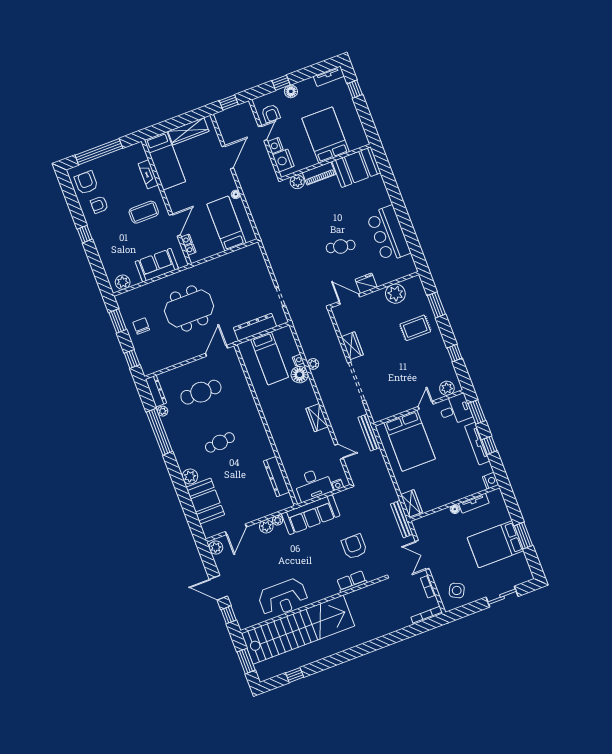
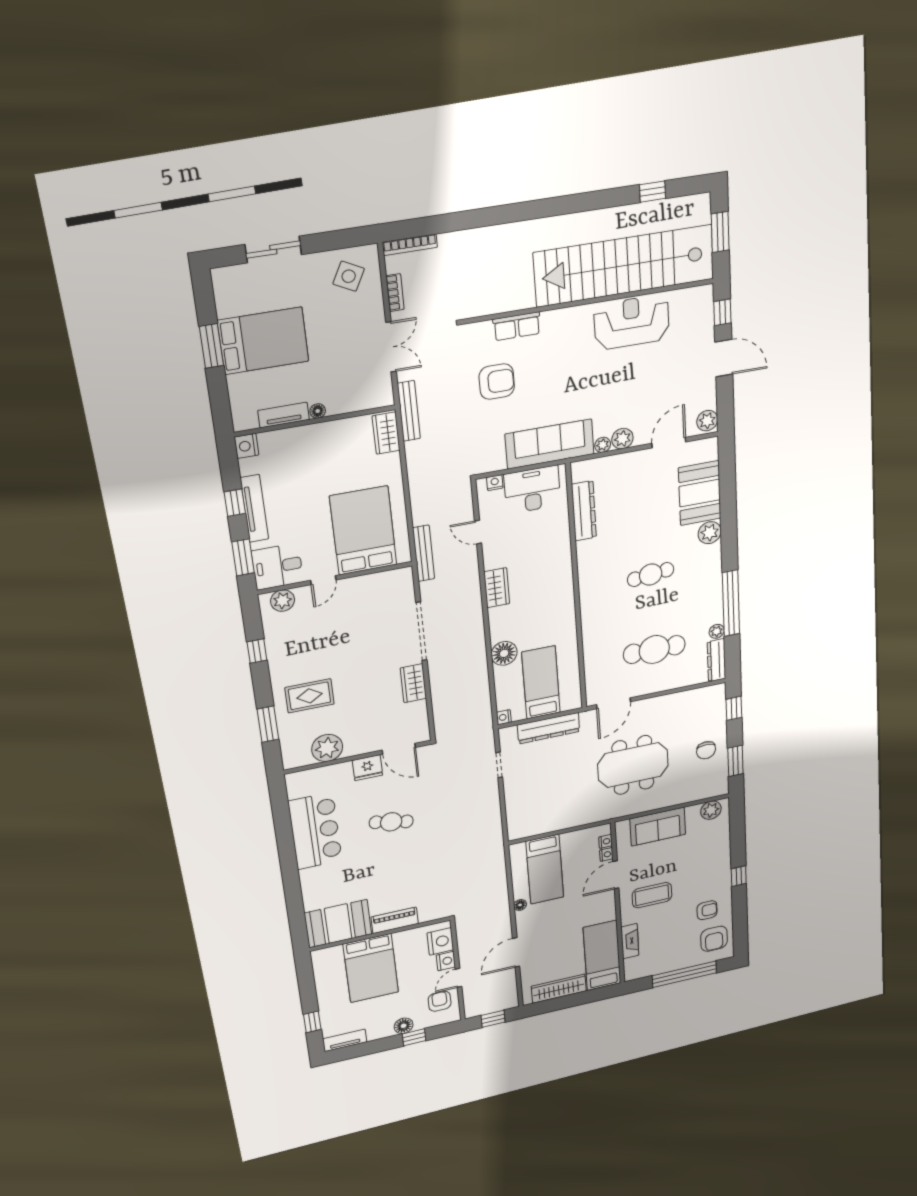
plant: (297, 182) -> (429, 913), removed
nightstand: (298, 360) -> (504, 717), moved
plant: (313, 364) -> (480, 666), removed
armchair: (354, 547) -> (497, 382), turned -90

